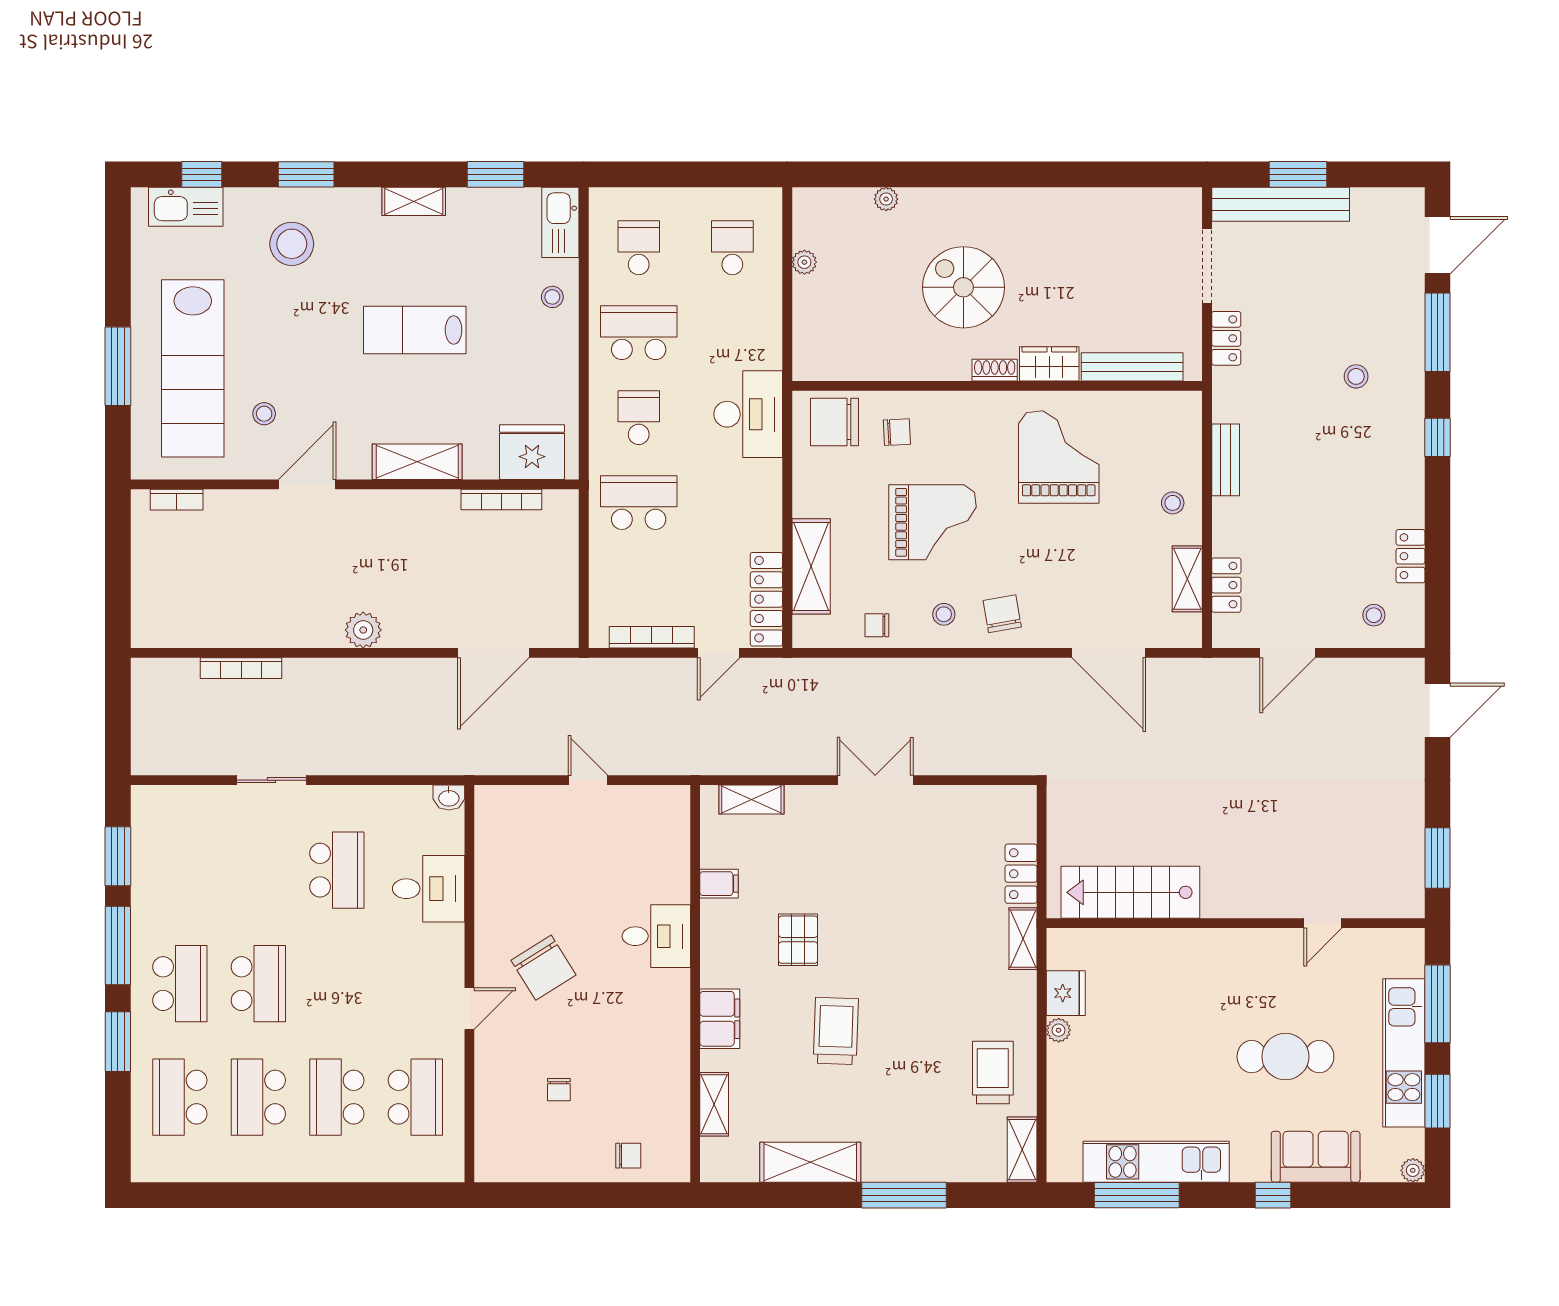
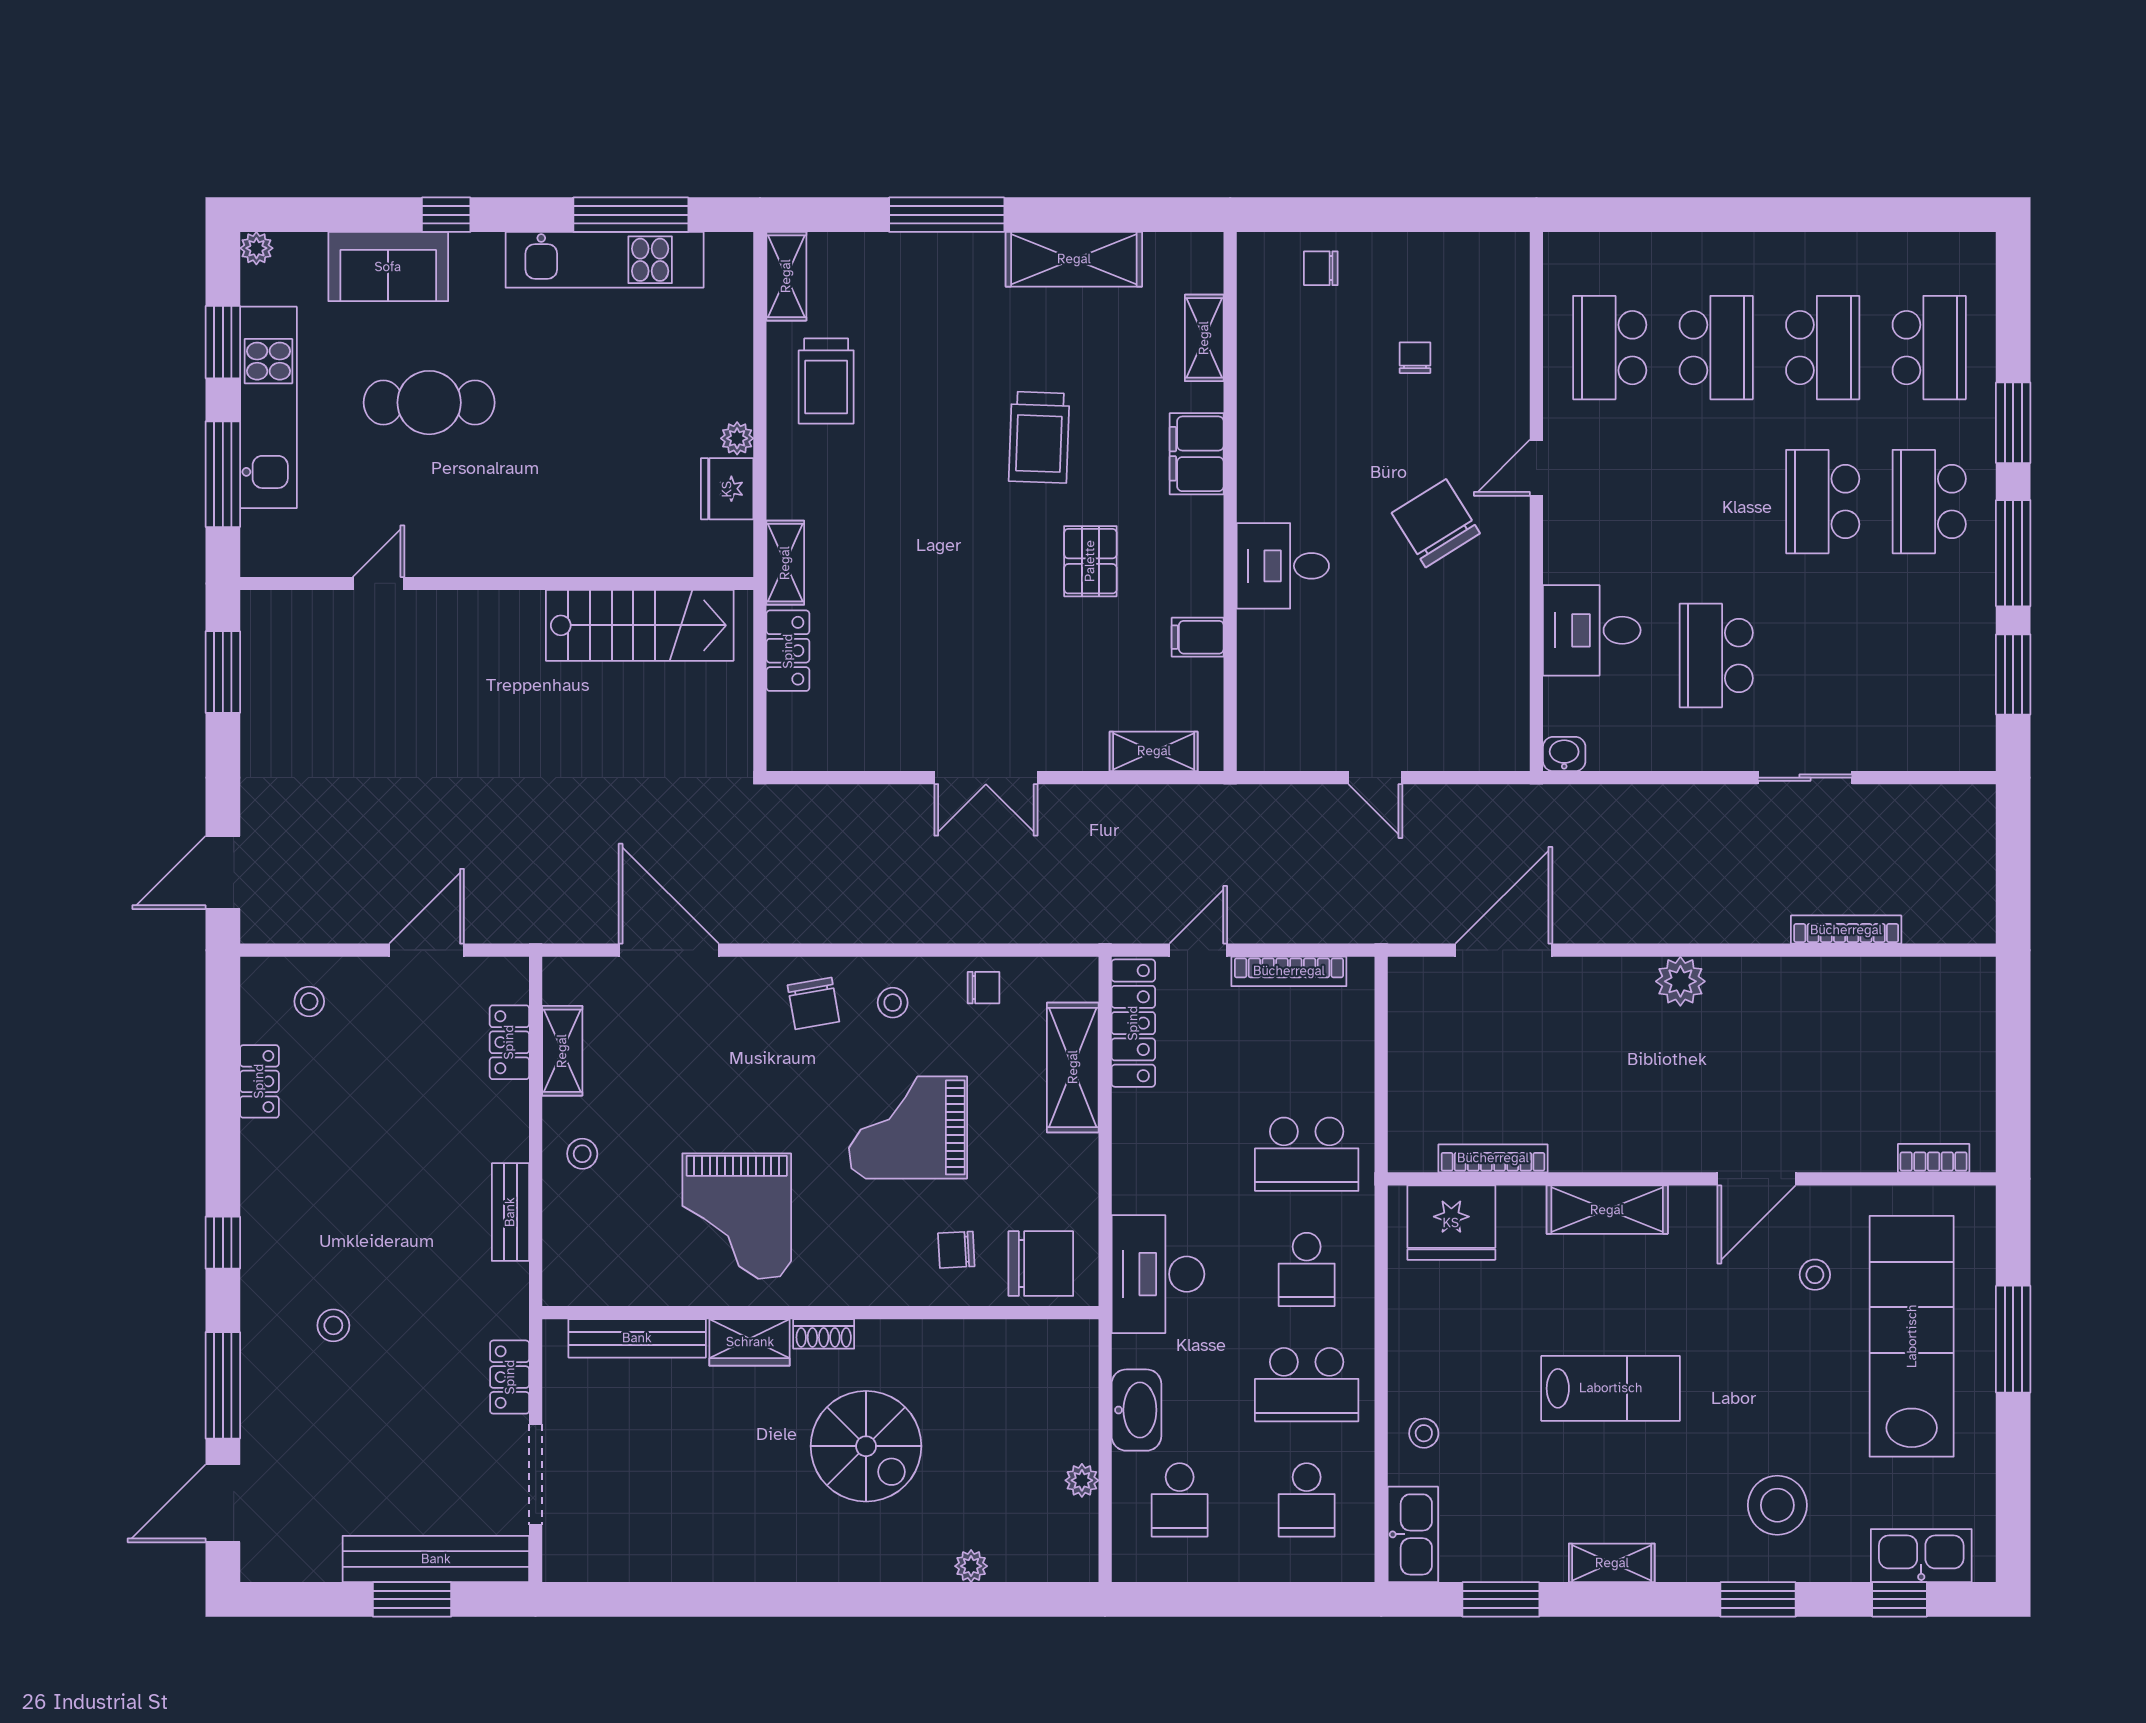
washbasin: (764, 314) -> (1136, 1410), added

